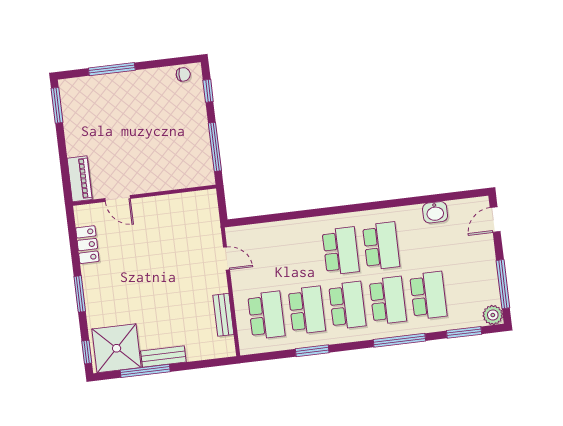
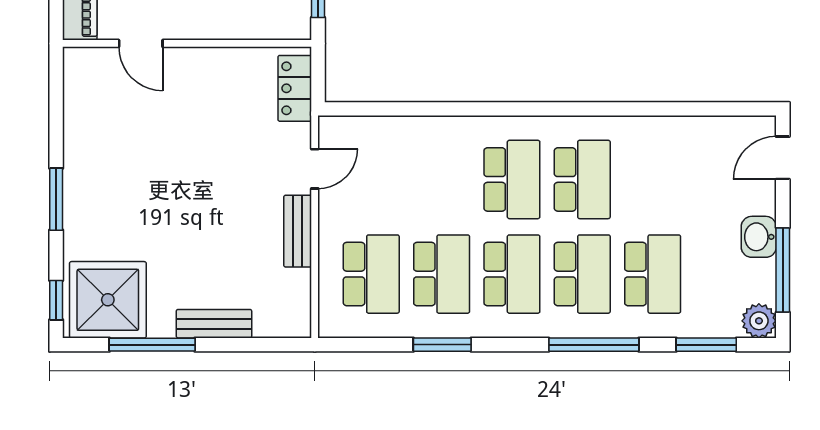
washbasin: (435, 212) -> (759, 237), moved, turned 90
locker: (87, 245) -> (295, 88), moved, turned 180
door: (226, 258) -> (315, 169), hinge flipped
bench: (223, 315) -> (298, 231), moved
bench: (163, 357) -> (214, 324), moved

